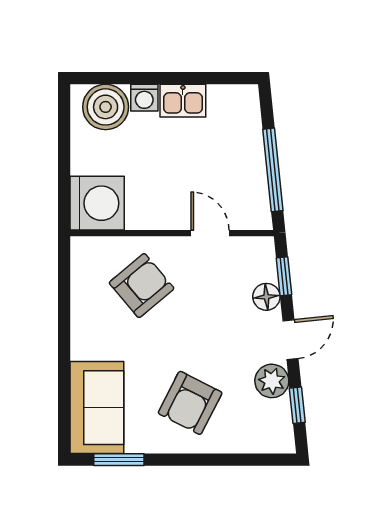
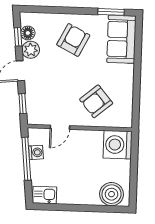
washing machine: (144, 98) -> (36, 152), moved, turned 84
kitchen sink: (183, 101) -> (45, 195), moved
door: (210, 233) -> (60, 127), hinge flipped
floor lamp: (266, 297) -> (28, 33), moved

